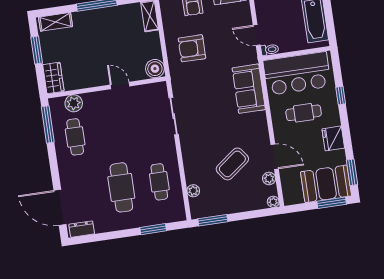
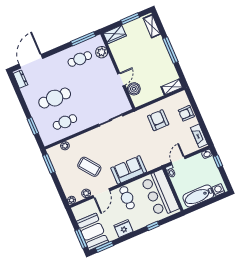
boiler: (155, 69) -> (134, 89), moved
sofa: (249, 89) -> (129, 170), moved
cafe table: (304, 113) -> (127, 198), moved

